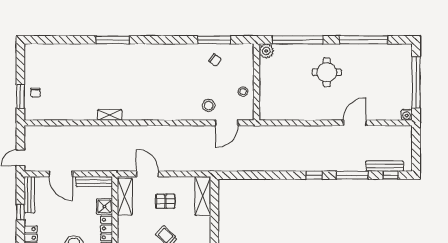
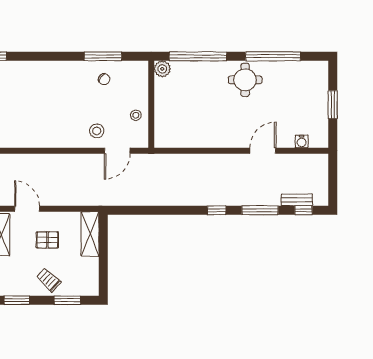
round table: (327, 72) -> (245, 80), moved
window: (416, 82) -> (333, 105), width x0.47
water cooler: (407, 115) -> (302, 141), moved
bench: (385, 166) -> (297, 200), width x0.73

